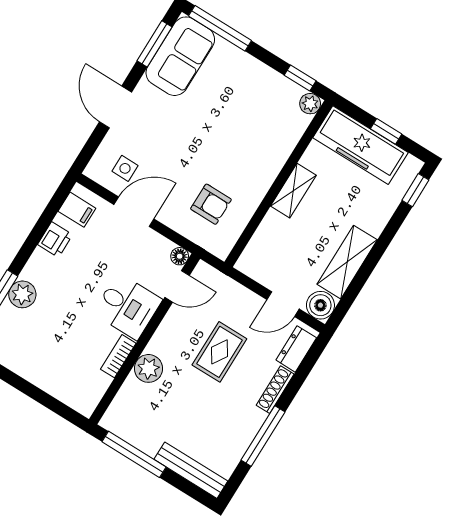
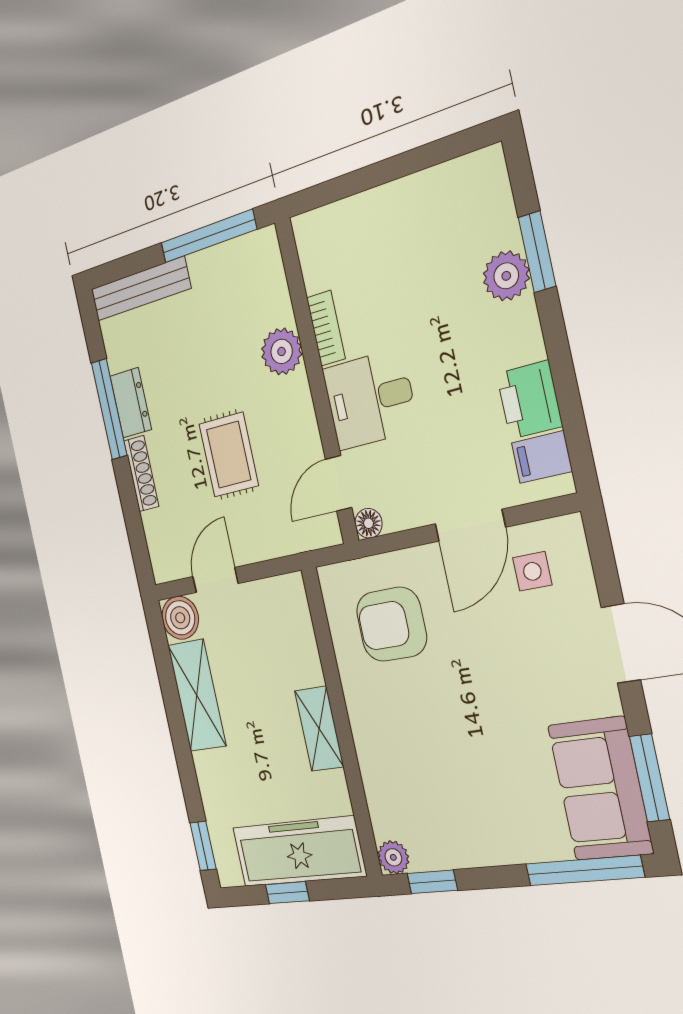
armchair: (211, 204) -> (391, 624), width x1.38, depth x1.38
printer: (55, 240) -> (529, 400), width x1.36, depth x1.24
dresser: (296, 349) -> (131, 403), moved

